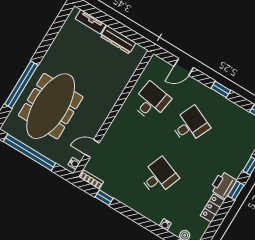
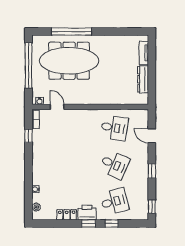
desk: (159, 177) -> (114, 202), moved, turned -36

